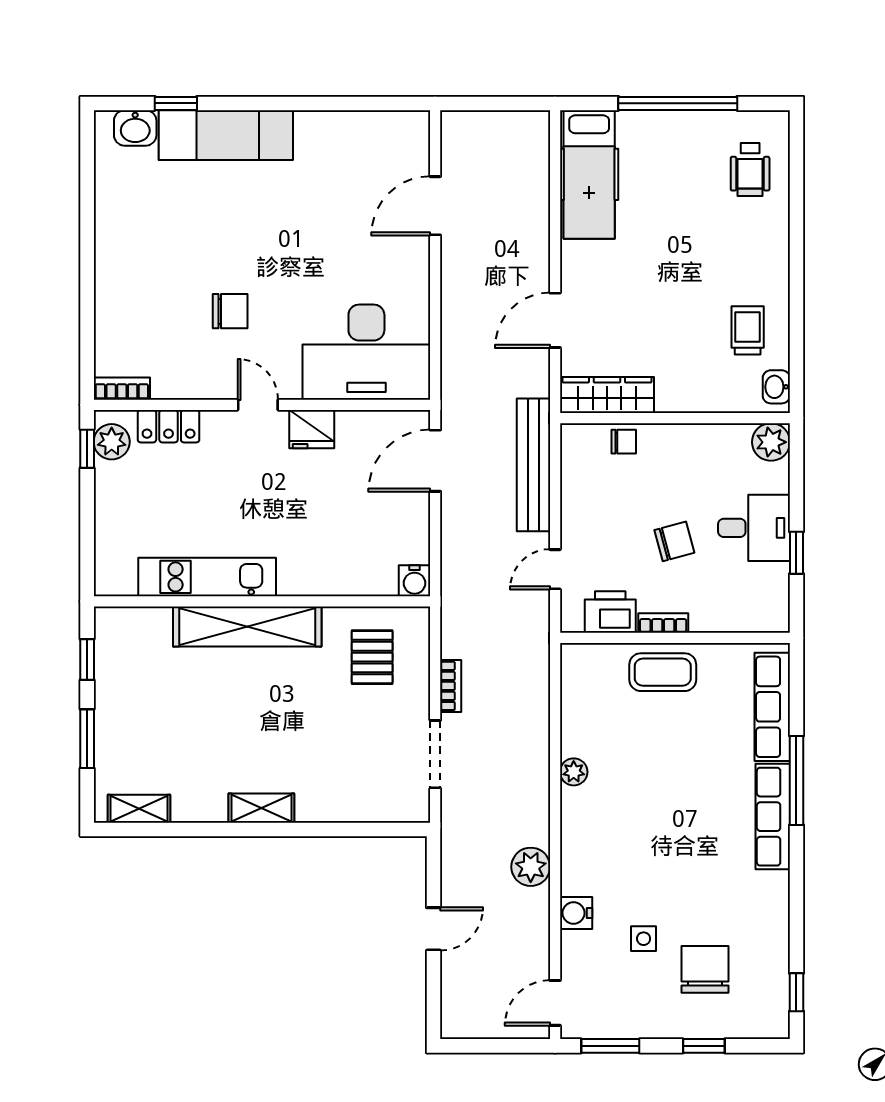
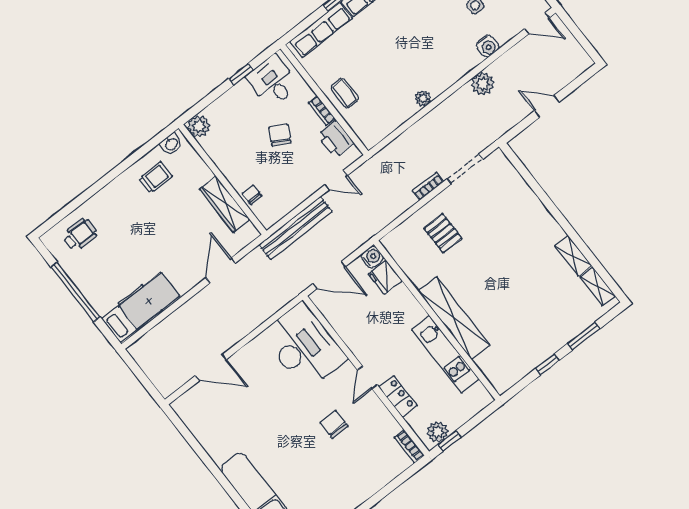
door: (555, 320) -> (221, 270), swing flipped
trolley: (748, 330) -> (155, 178), turned 180
wardrobe: (607, 395) -> (225, 204), moved
locker: (169, 426) -> (398, 396), moved
fridge: (312, 429) -> (385, 277), moved, turned 180
desk: (754, 528) -> (272, 81), moved
chair: (674, 541) -> (280, 135), turned 43
kitchen unit: (207, 577) -> (445, 354), moved
water cooler: (414, 581) -> (372, 257), moved
wall: (262, 601) -> (437, 320), moved
shelving: (247, 627) -> (454, 318), moved
pallet: (372, 657) -> (443, 233), turned 90
coffee table: (663, 672) -> (345, 93), width x0.73, depth x0.77
shelving: (261, 808) -> (573, 256), moved

